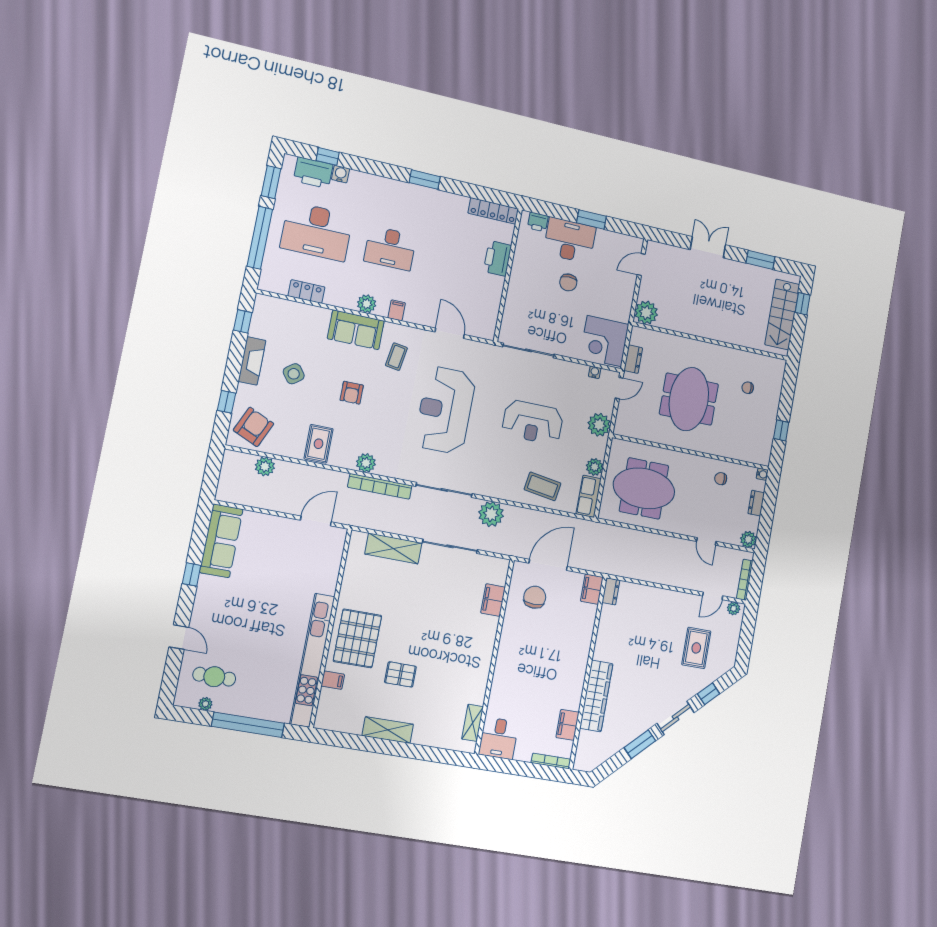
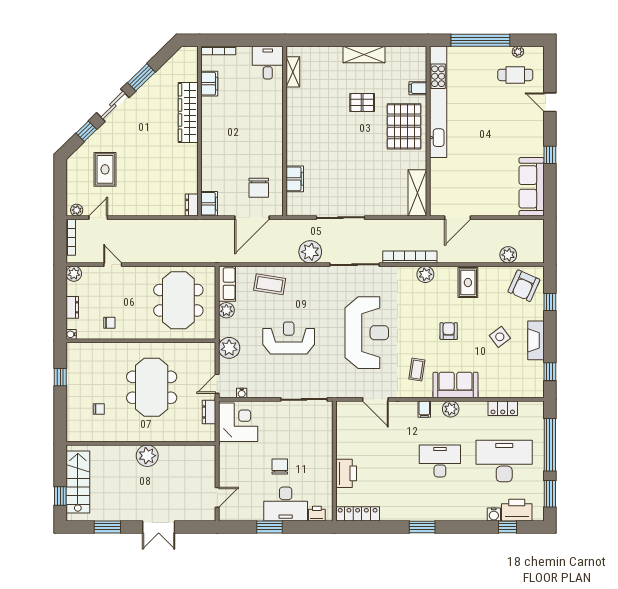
plant: (646, 313) -> (147, 456), moved
meeting table: (644, 488) -> (178, 300), turned 90
shelving: (393, 548) -> (417, 193), moved, turned 90

